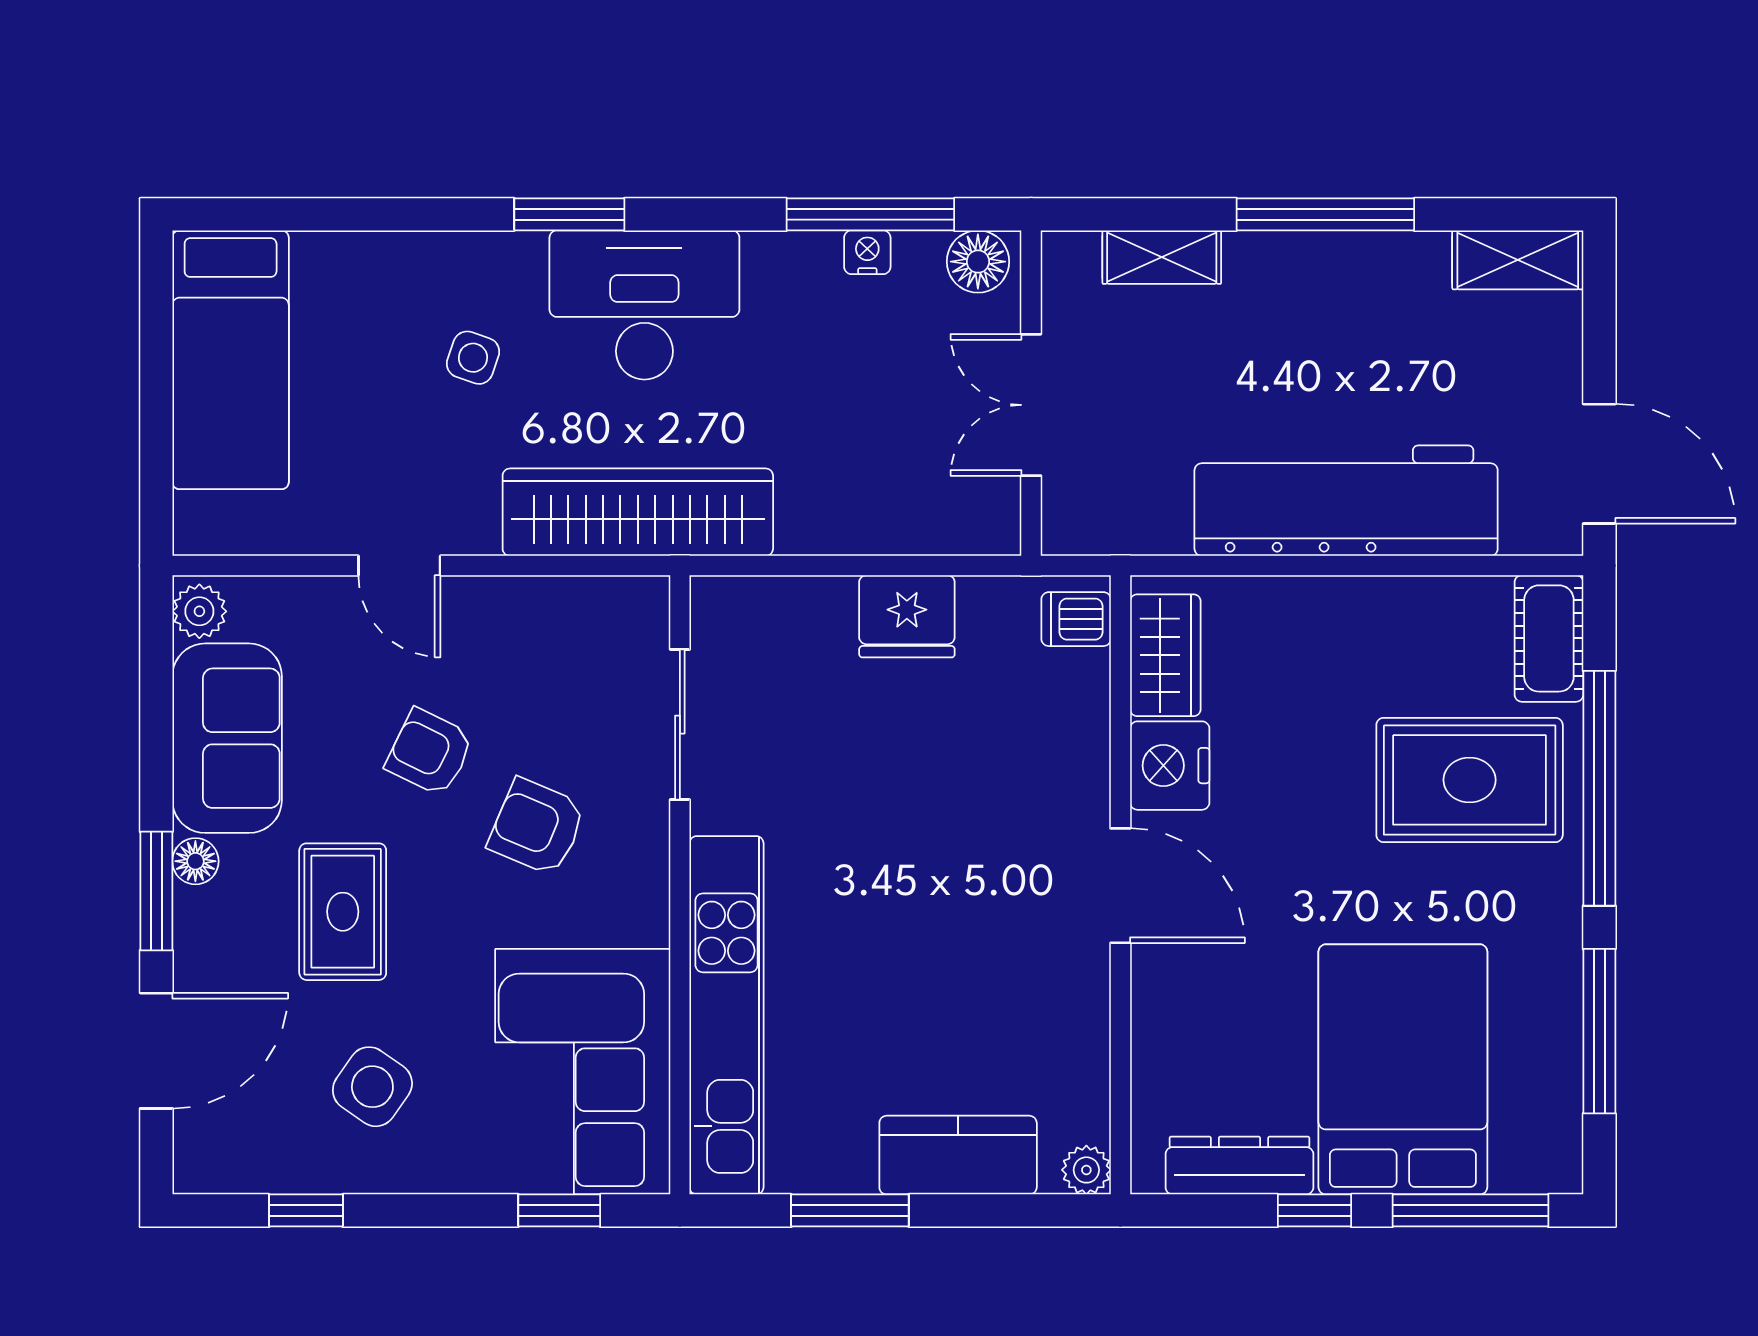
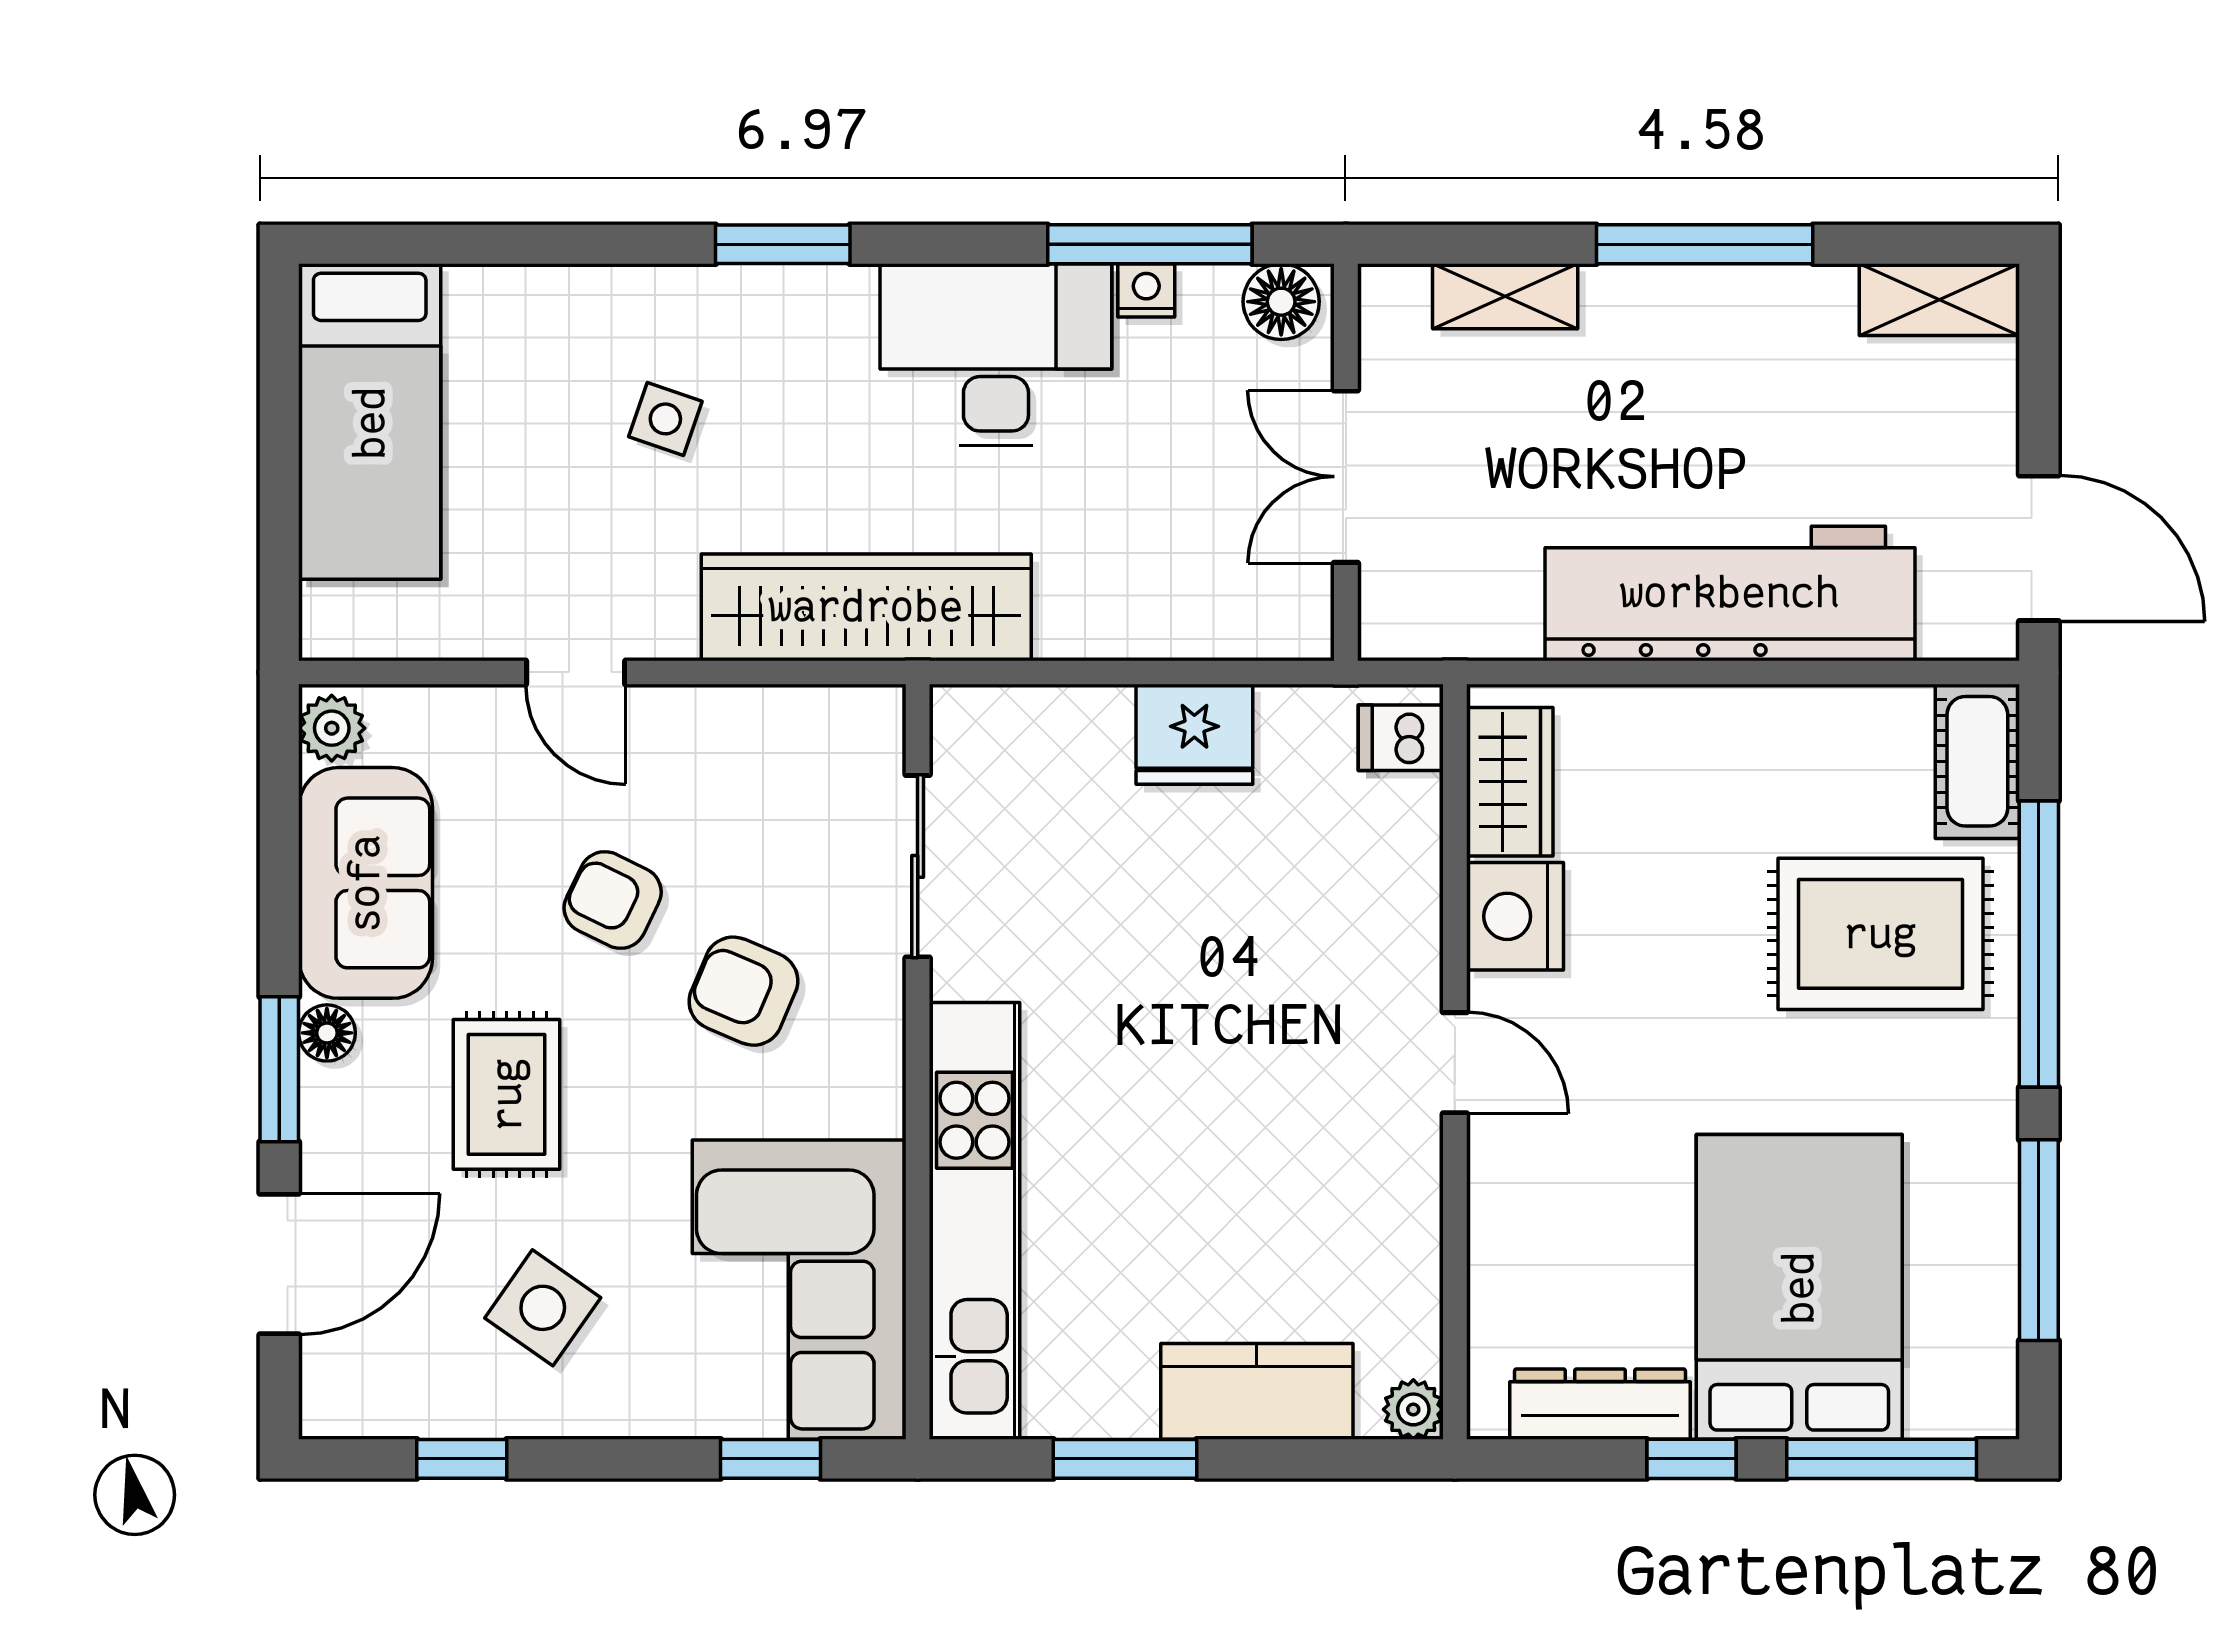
desk: (644, 305) -> (996, 355), moved
door: (1120, 886) -> (1455, 1063), width x0.73

